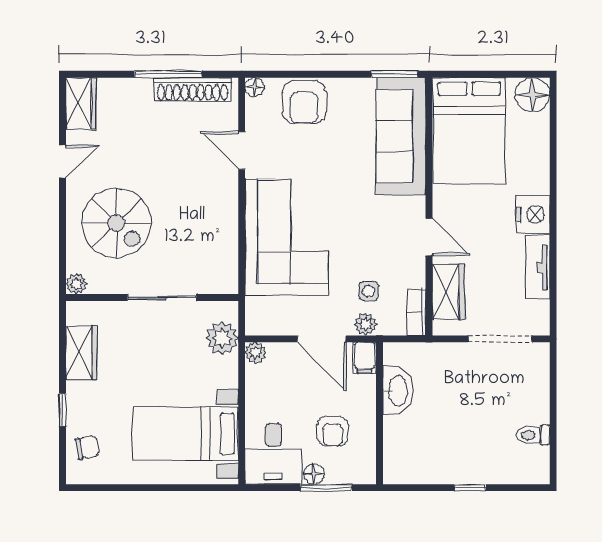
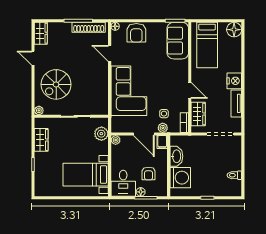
bed: (469, 131) -> (207, 45), width x0.67
sofa: (401, 136) -> (178, 41), width x0.73
door: (62, 161) -> (33, 58), swing flipped
spiral stairs: (116, 223) -> (56, 84), turned 90
washing machine: (407, 441) -> (180, 178), added
chair: (87, 447) -> (44, 180), removed

